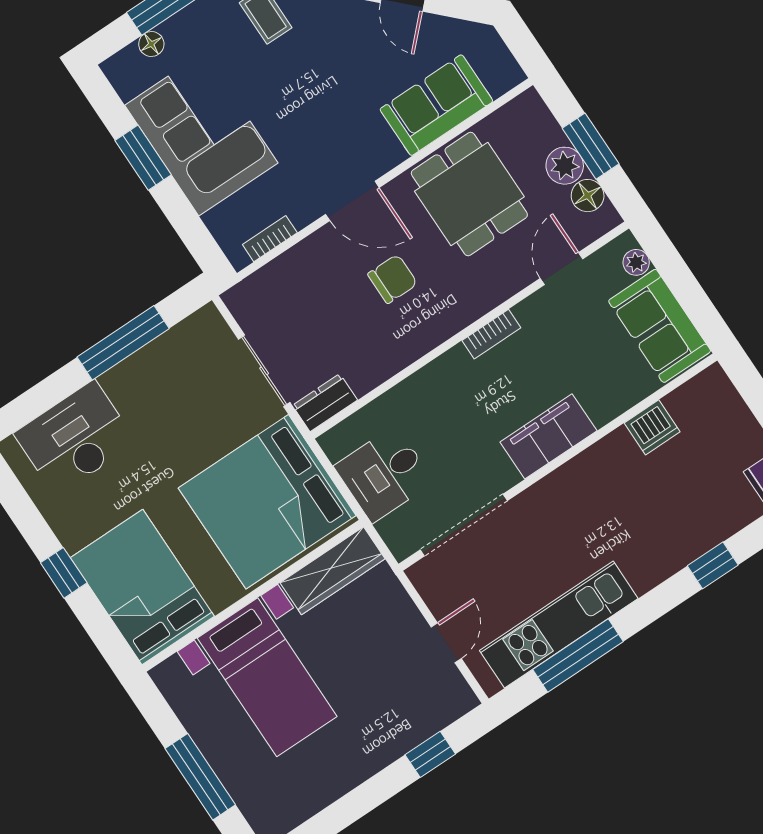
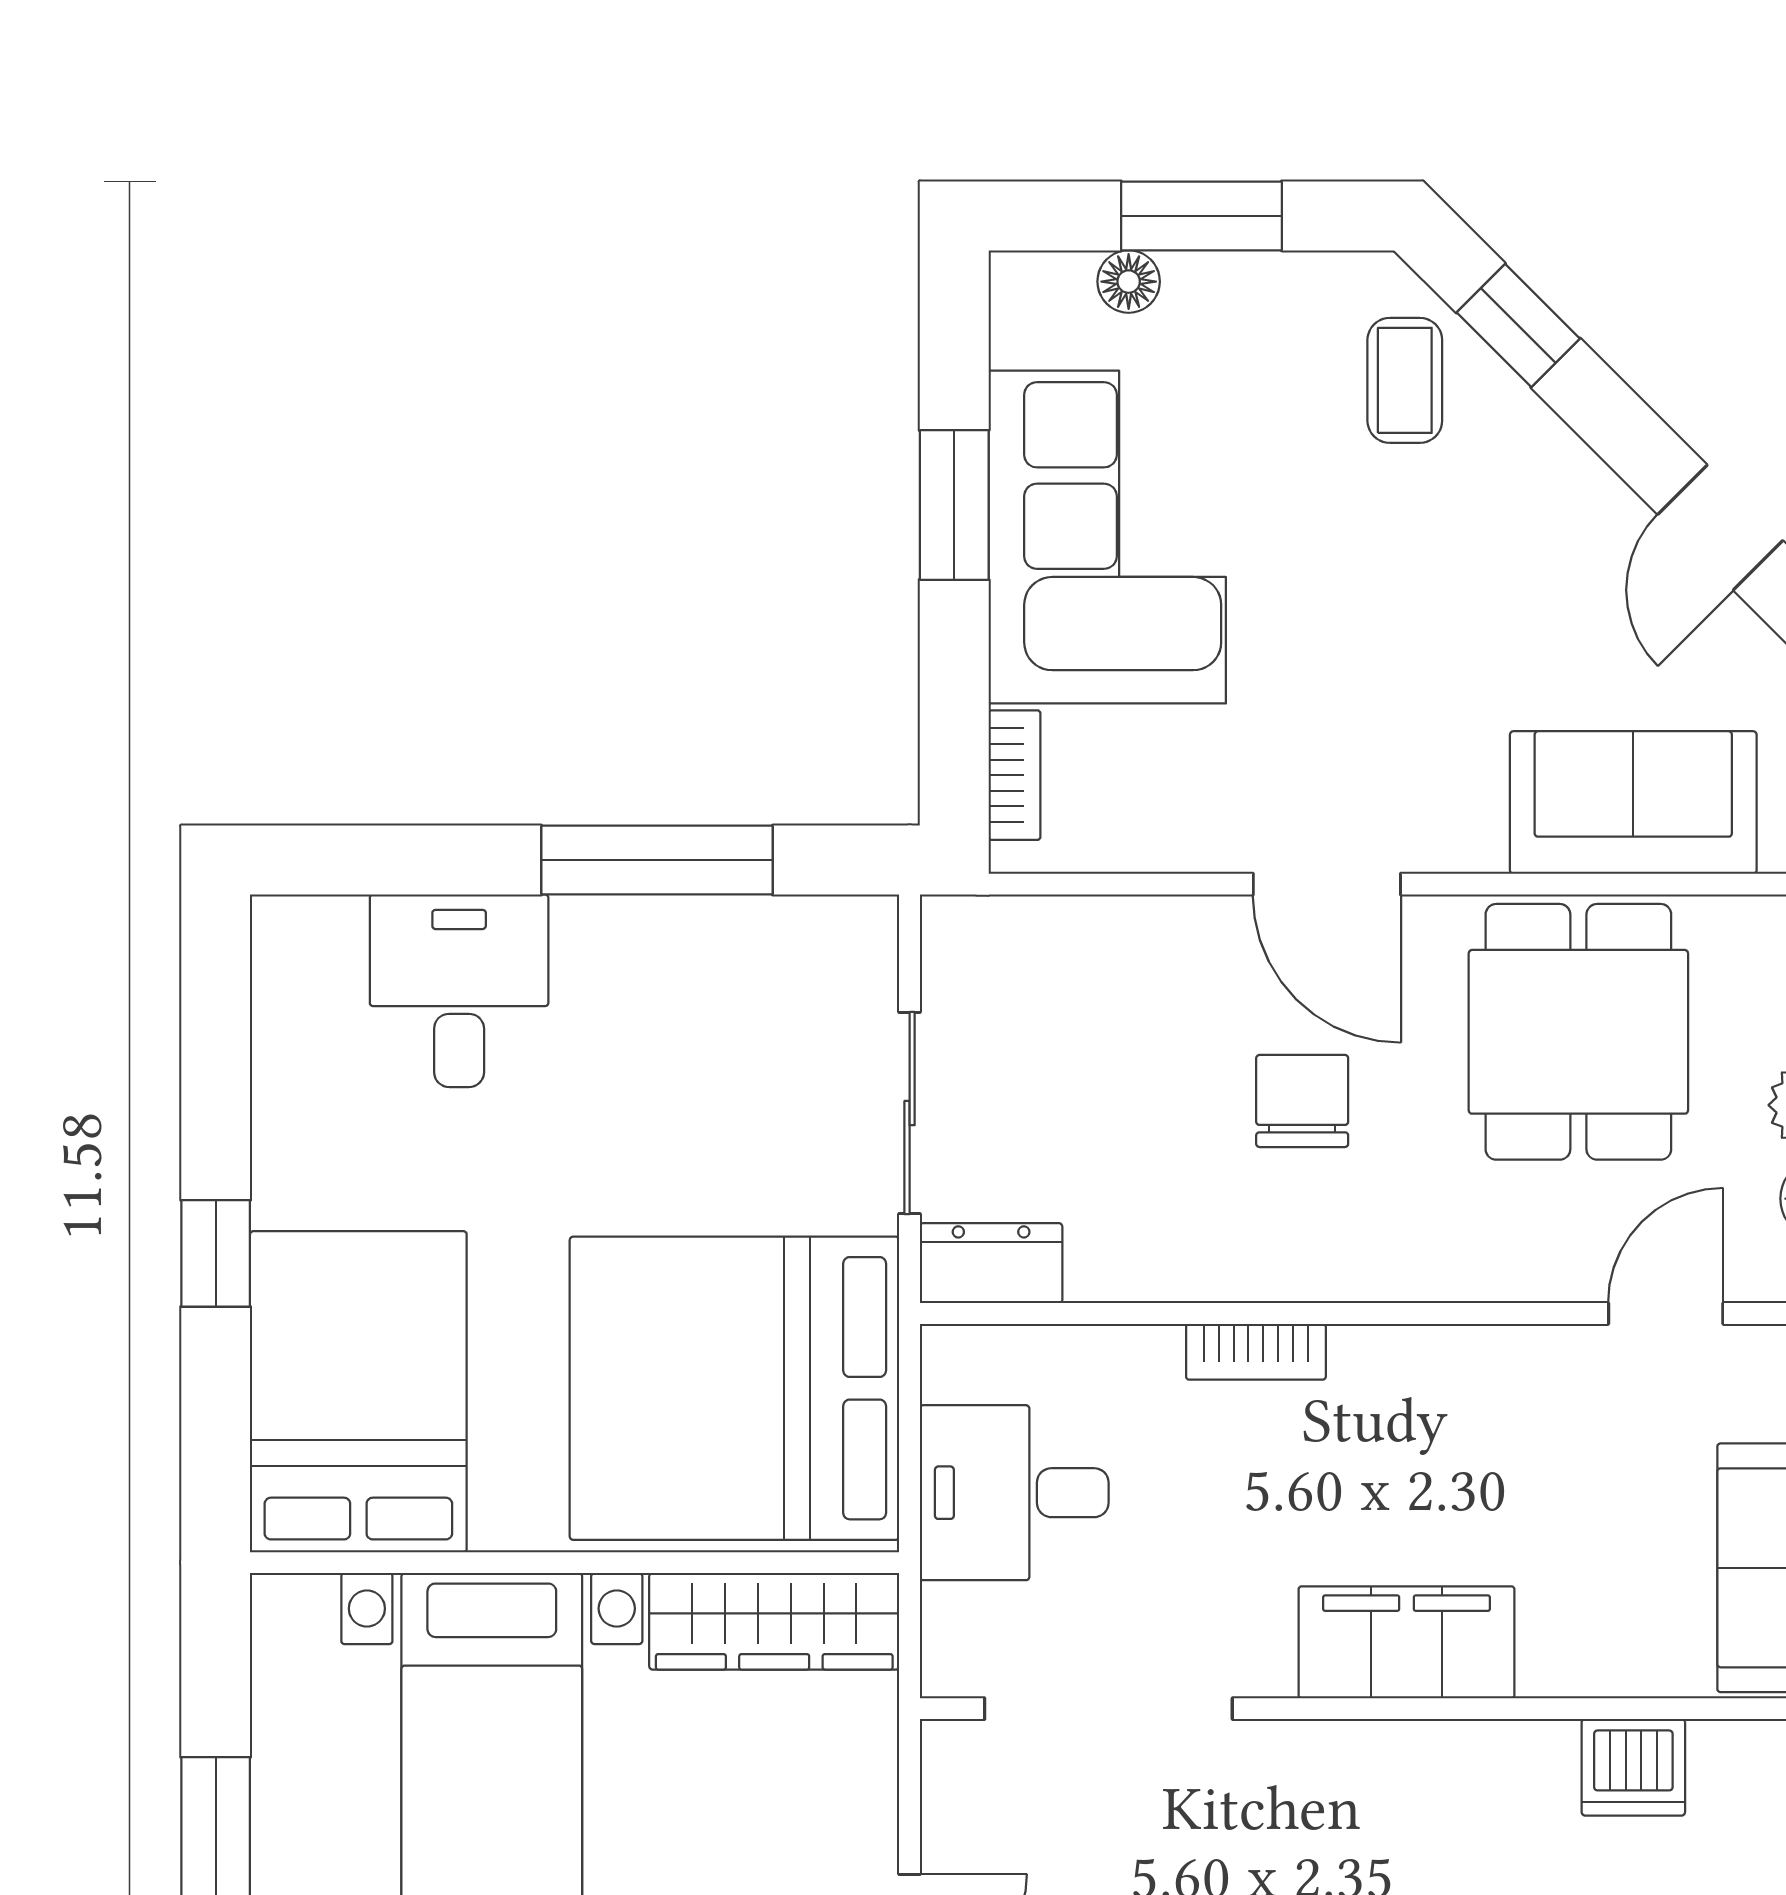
bookcase: (270, 239) -> (1014, 775), moved, turned 90
chair: (393, 279) -> (1302, 1101), turned -90
bookcase: (491, 334) -> (1256, 1352), moved
desk: (75, 438) -> (459, 991), width x0.73

